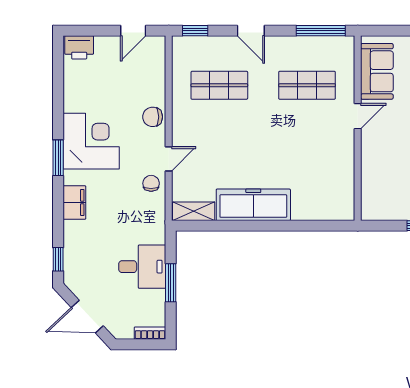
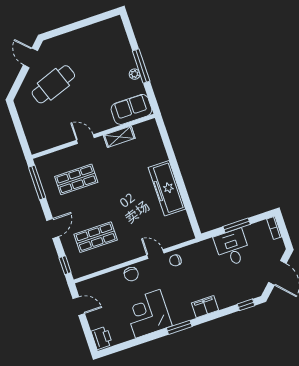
sofa: (377, 71) -> (131, 109), moved
shop shelf: (219, 85) -> (96, 237), turned 90
shop shelf: (307, 85) -> (76, 179), turned 90
corner desk: (91, 141) -> (148, 314), moved
shelving: (194, 211) -> (119, 137), moved, turned 90

